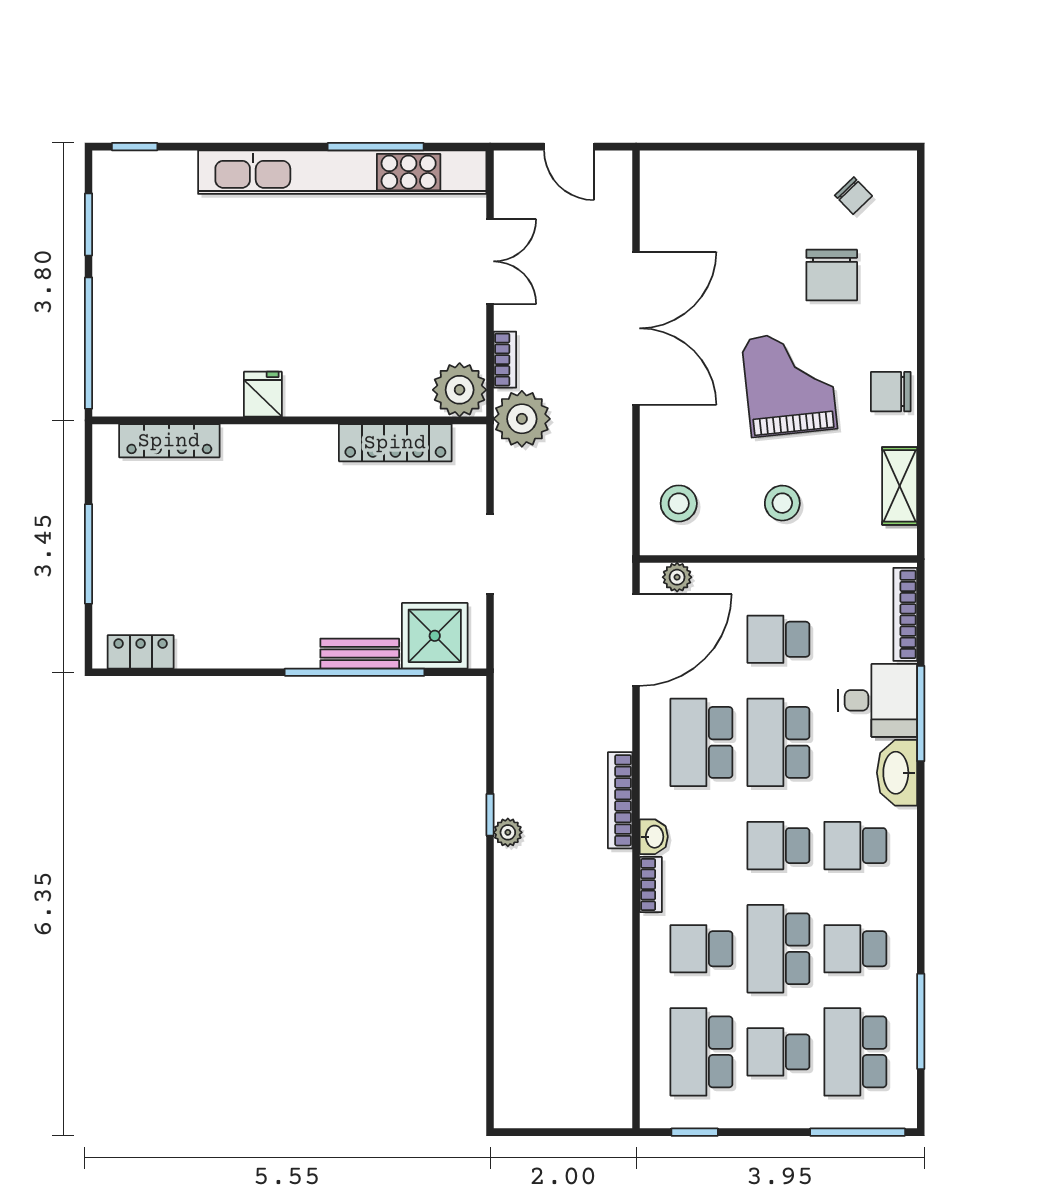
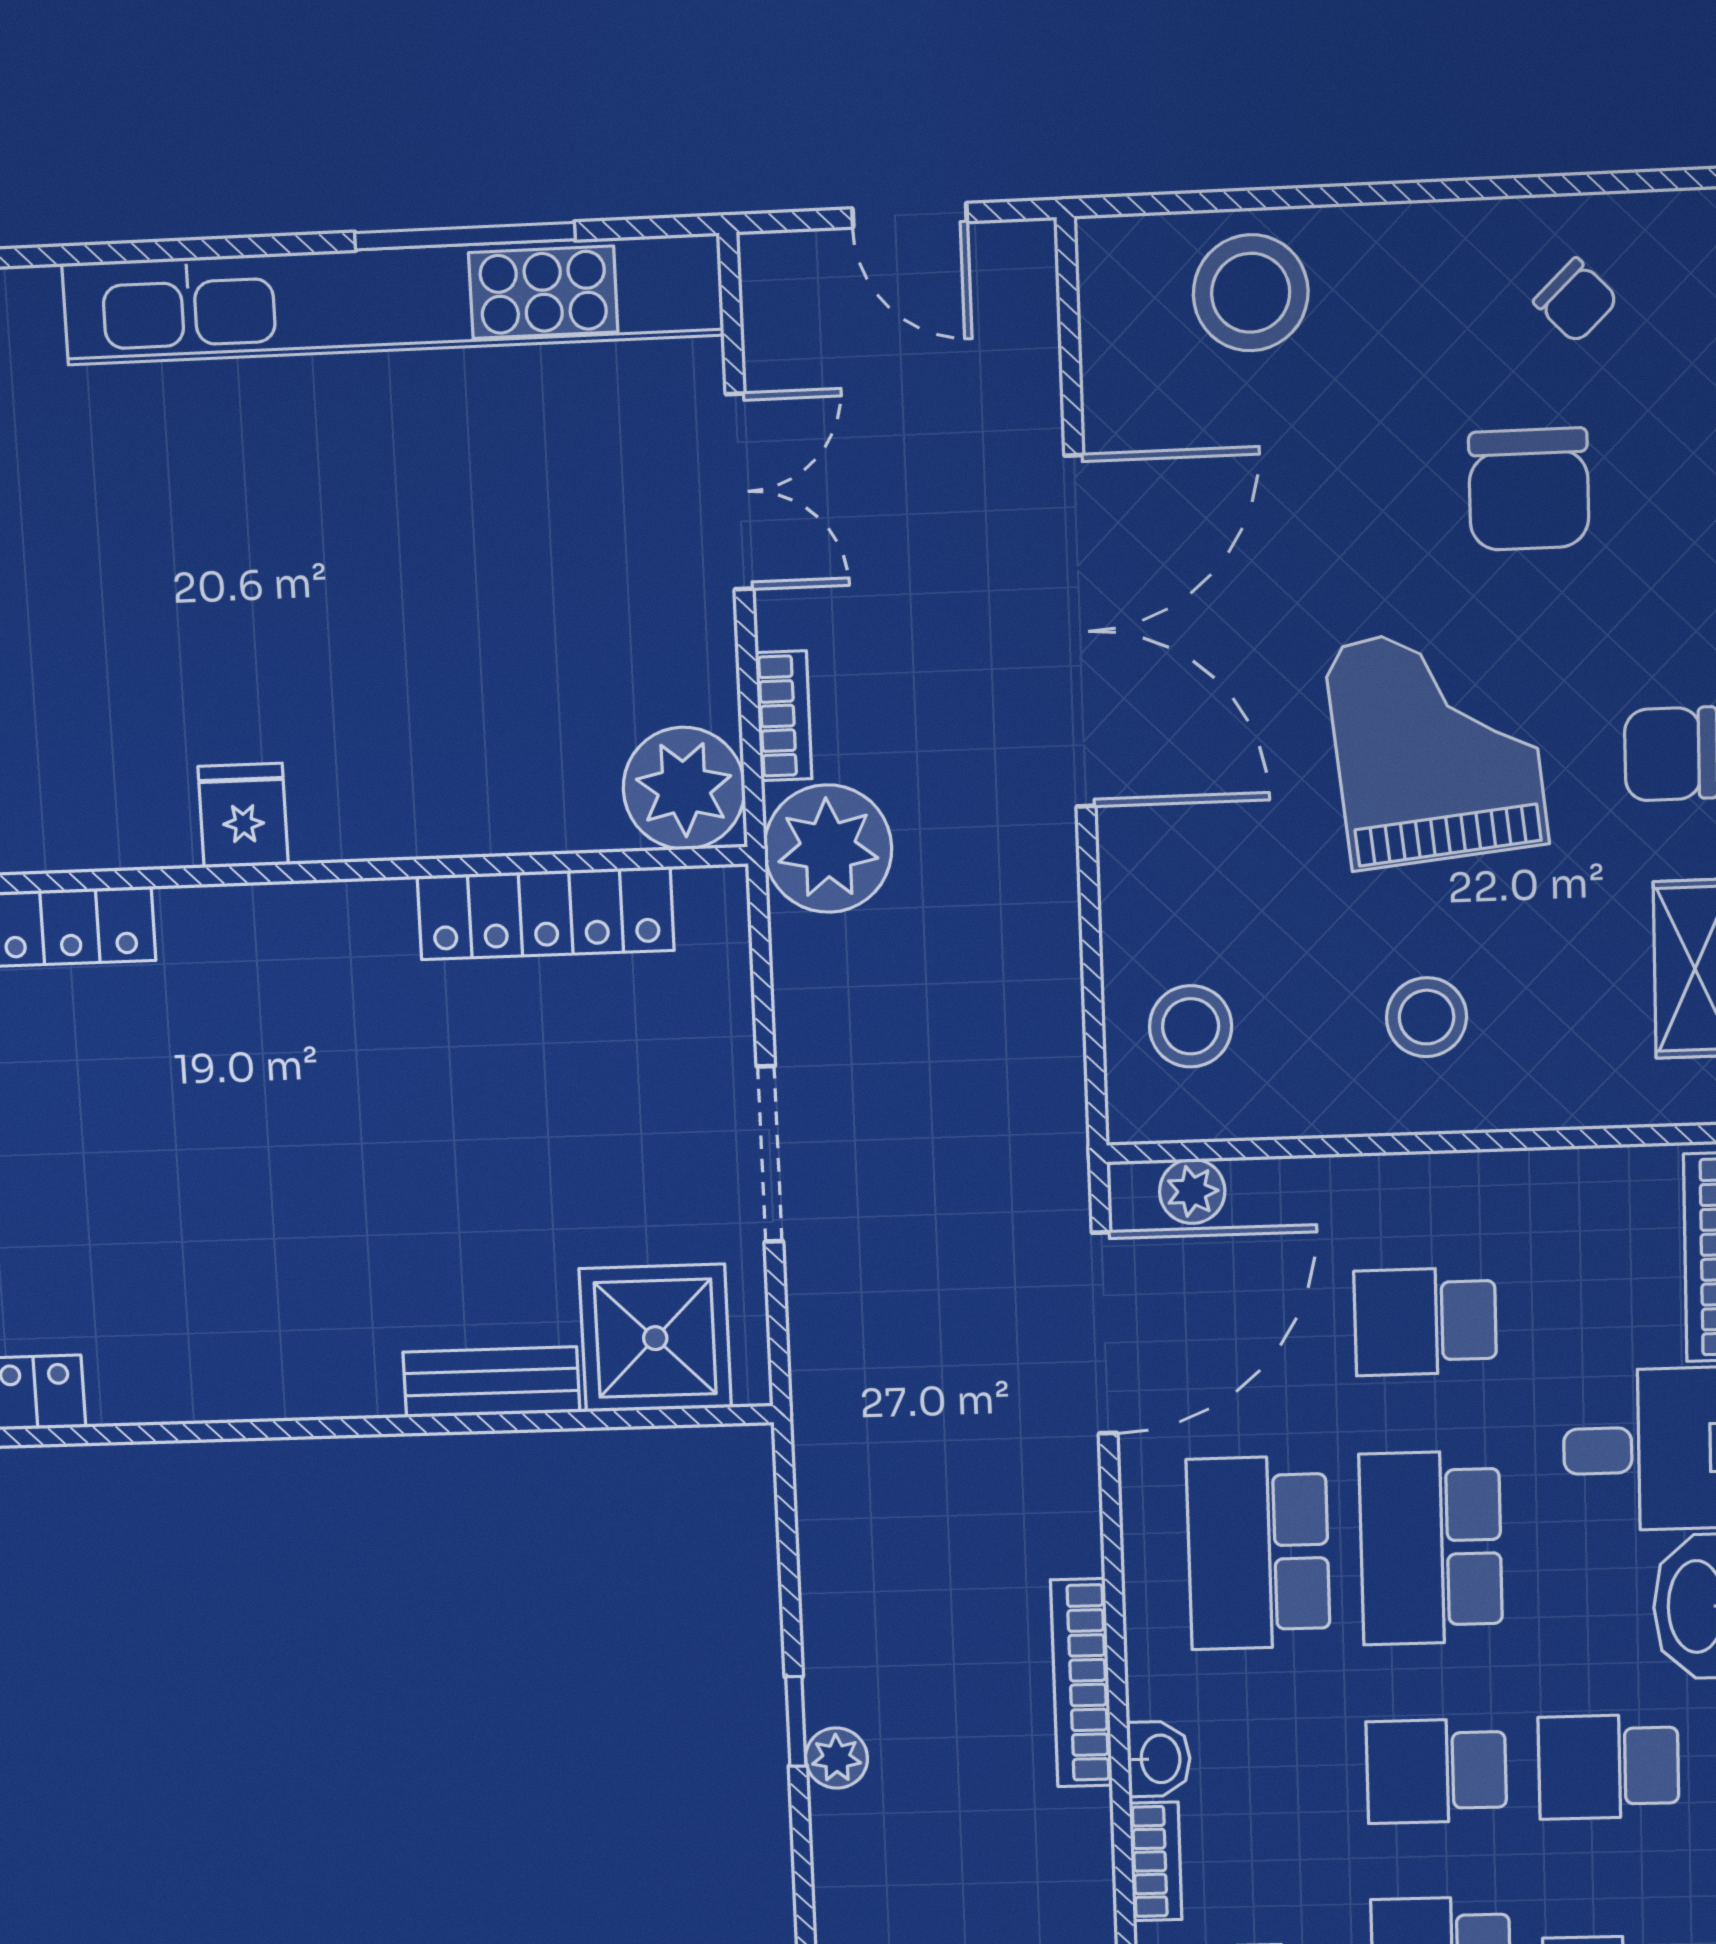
stool: (715, 186) -> (1251, 293), added
window: (355, 672) -> (482, 1423), removed

